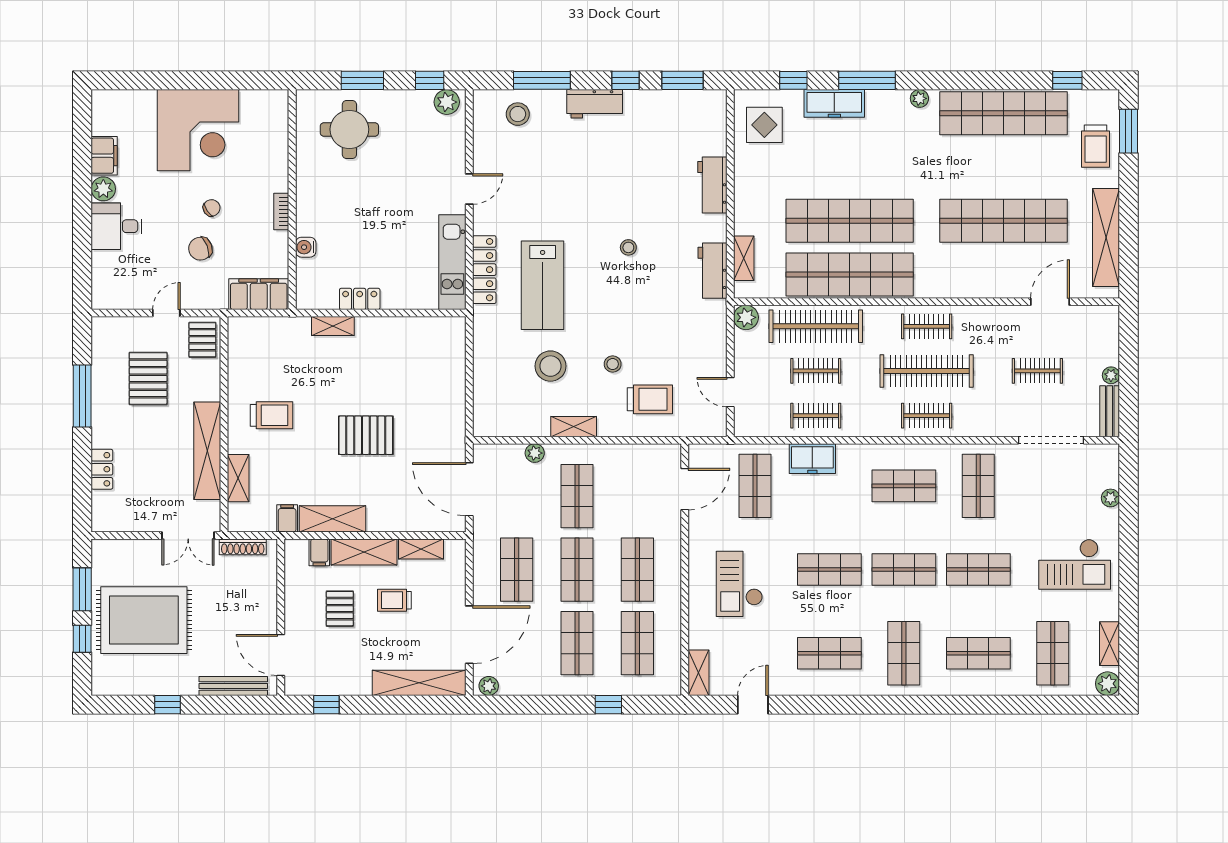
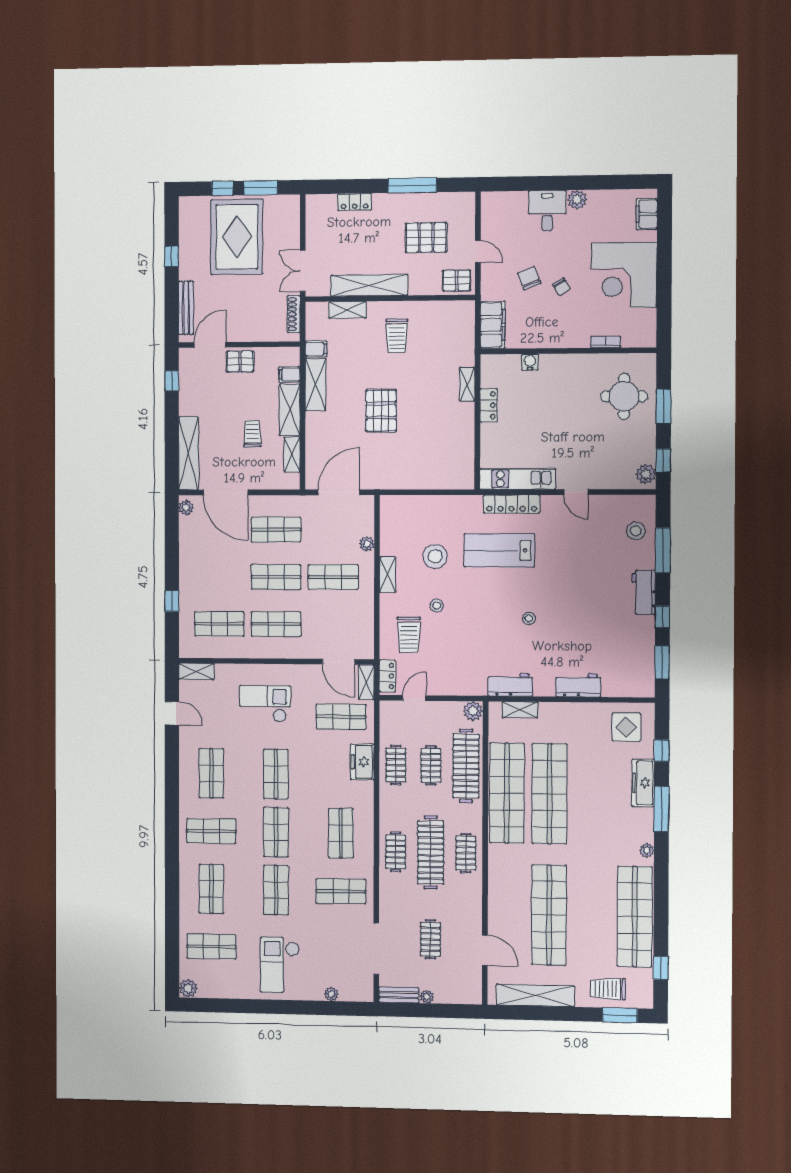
filing cabinet: (104, 156) -> (647, 214), moved, turned 90
bookcase: (281, 211) -> (606, 342), moved
locker: (702, 427) -> (387, 676), added
pallet: (340, 609) -> (240, 362), moved
shop shelf: (577, 643) -> (219, 577), removed
shelving: (1110, 644) -> (366, 682), moved, turned 90

